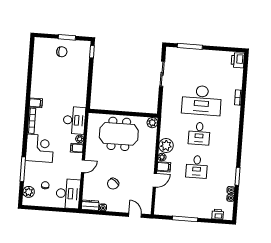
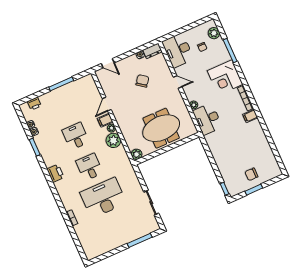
printer: (238, 60) -> (55, 173), moved
filing cabinet: (77, 148) -> (192, 95), removed
door: (83, 166) -> (178, 82), swing flipped

